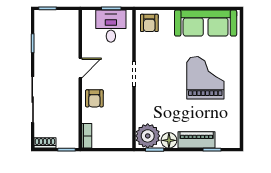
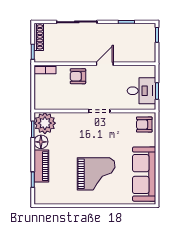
door: (80, 68) -> (105, 64), swing flipped
shoe rack: (45, 143) -> (39, 37), width x1.43

